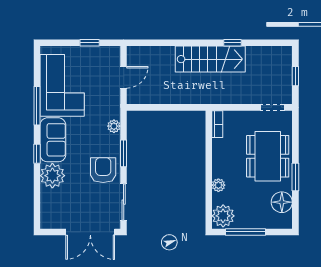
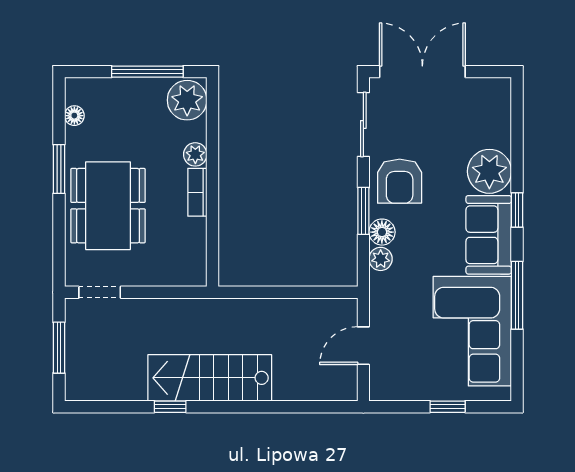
window: (90, 43) -> (448, 407), moved
window: (295, 76) -> (59, 348), width x1.50
bookcase: (217, 124) -> (197, 192), moved
floor lamp: (113, 141) -> (382, 232), added
floor lamp: (282, 202) -> (74, 116), width x0.53, depth x0.53

